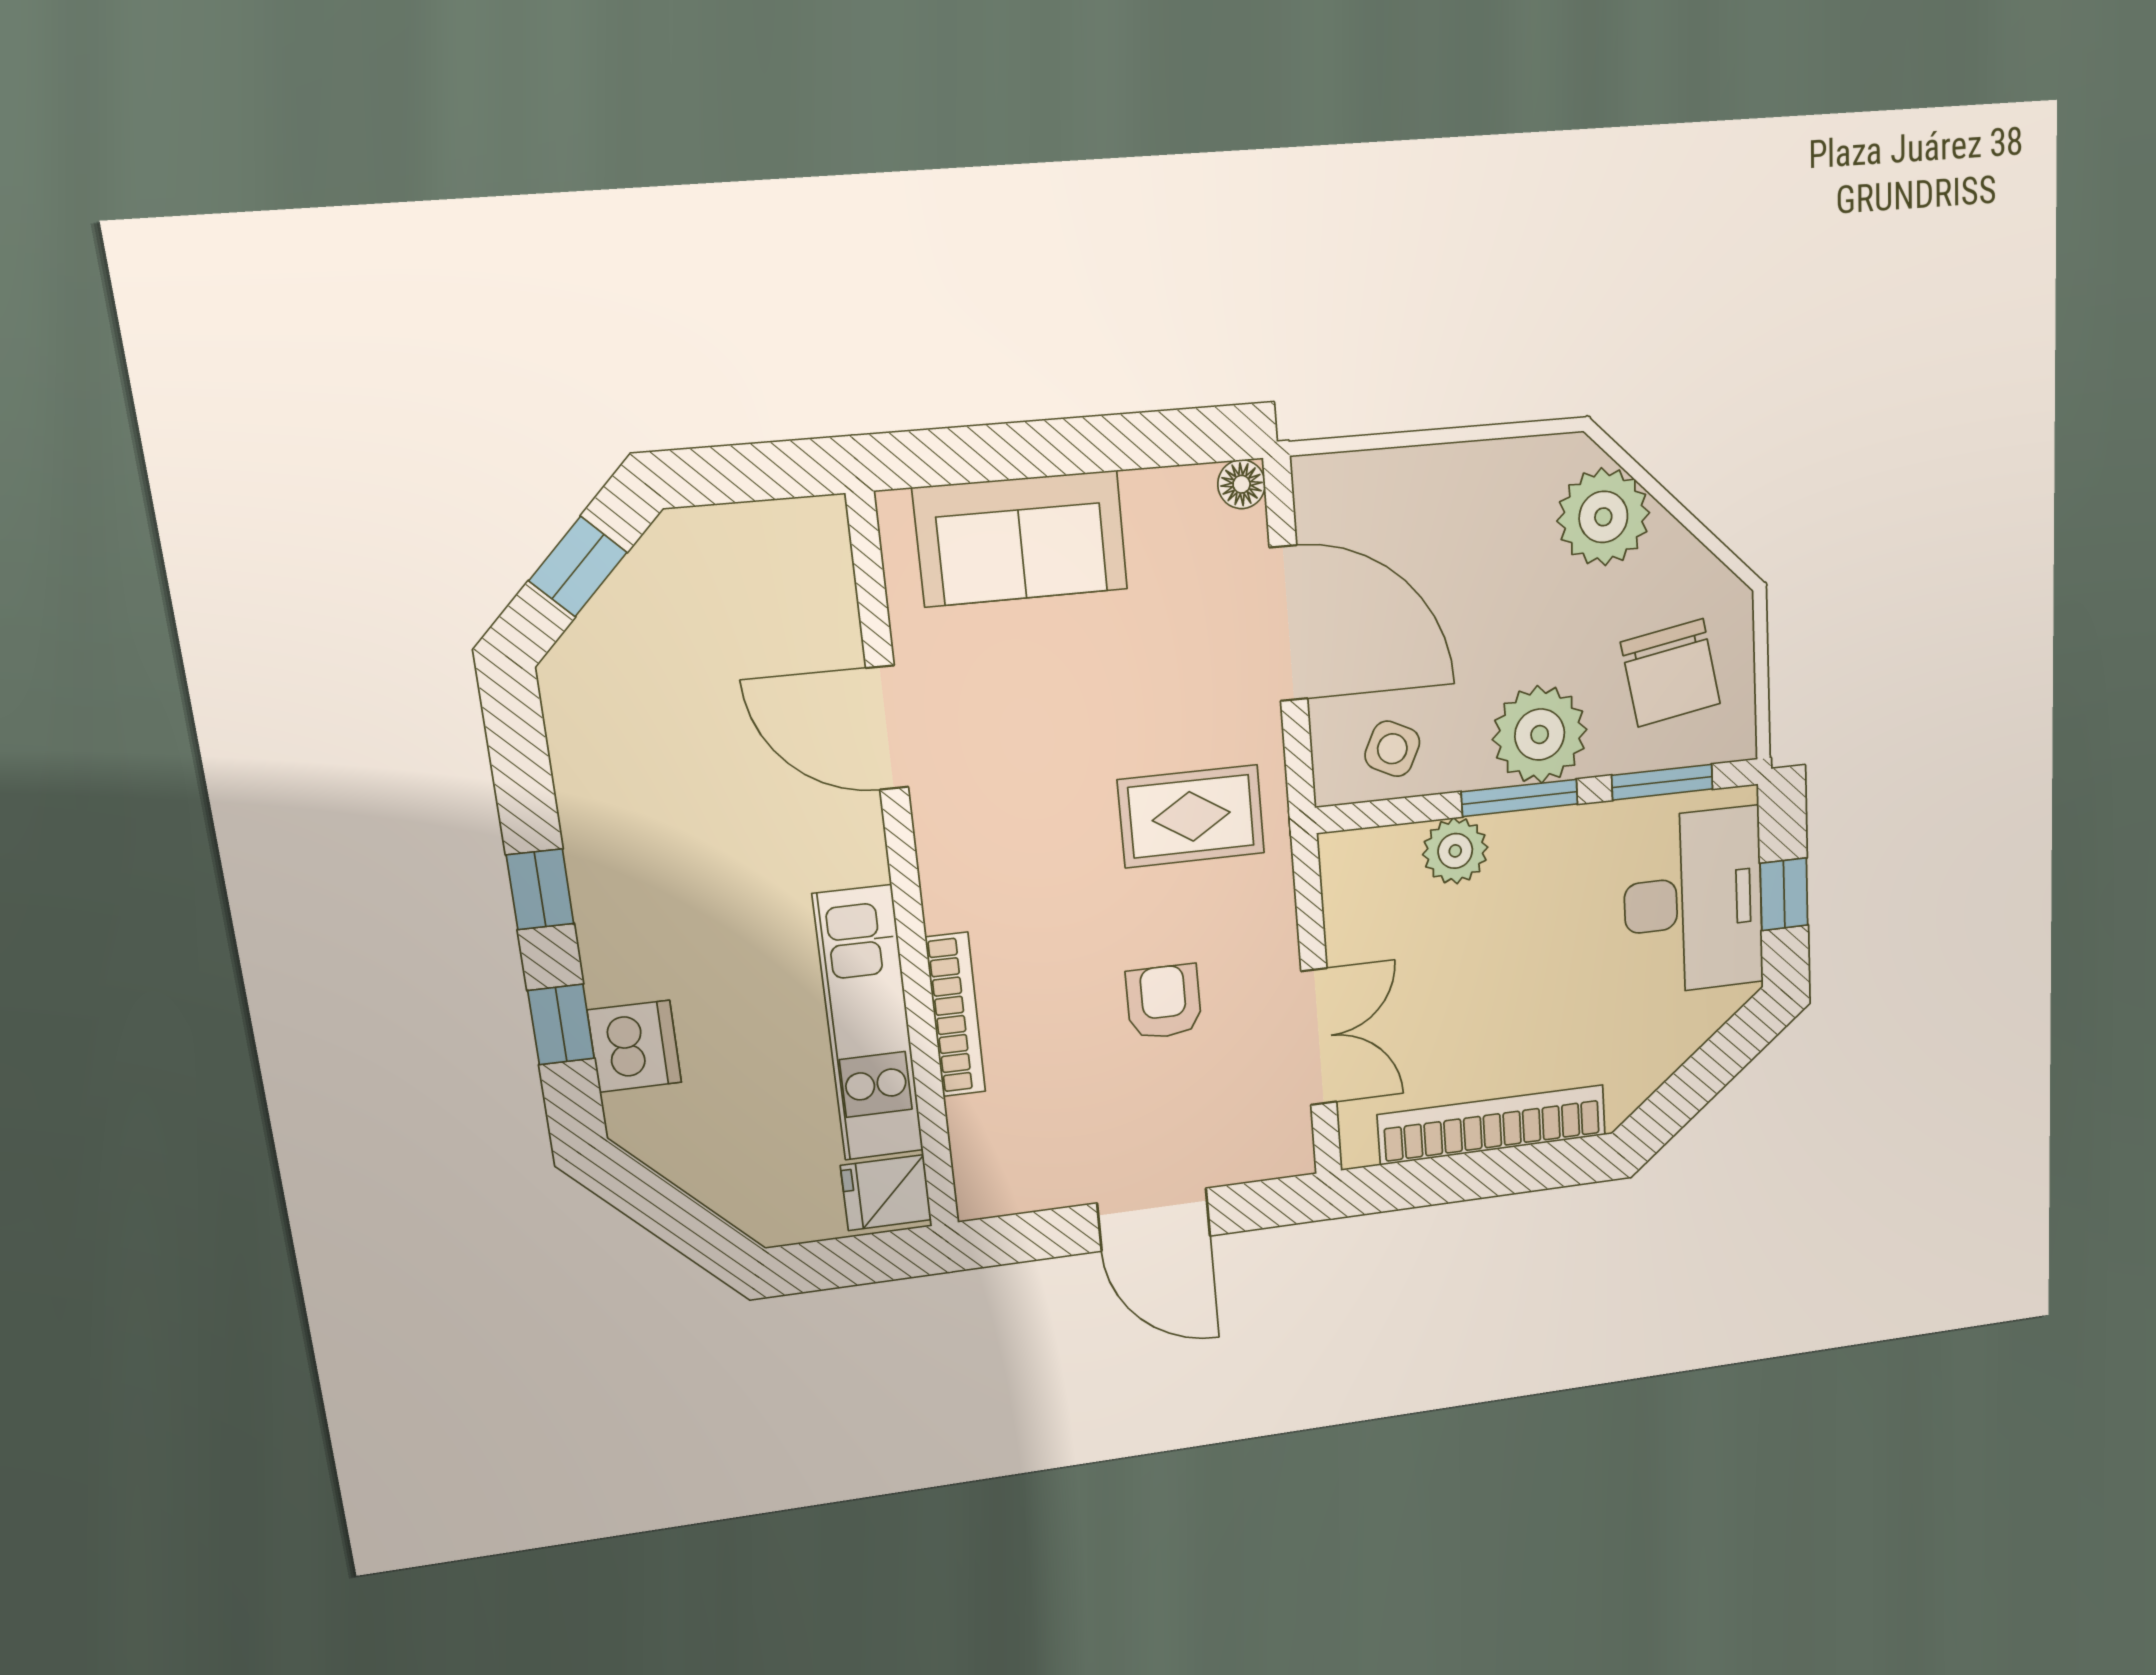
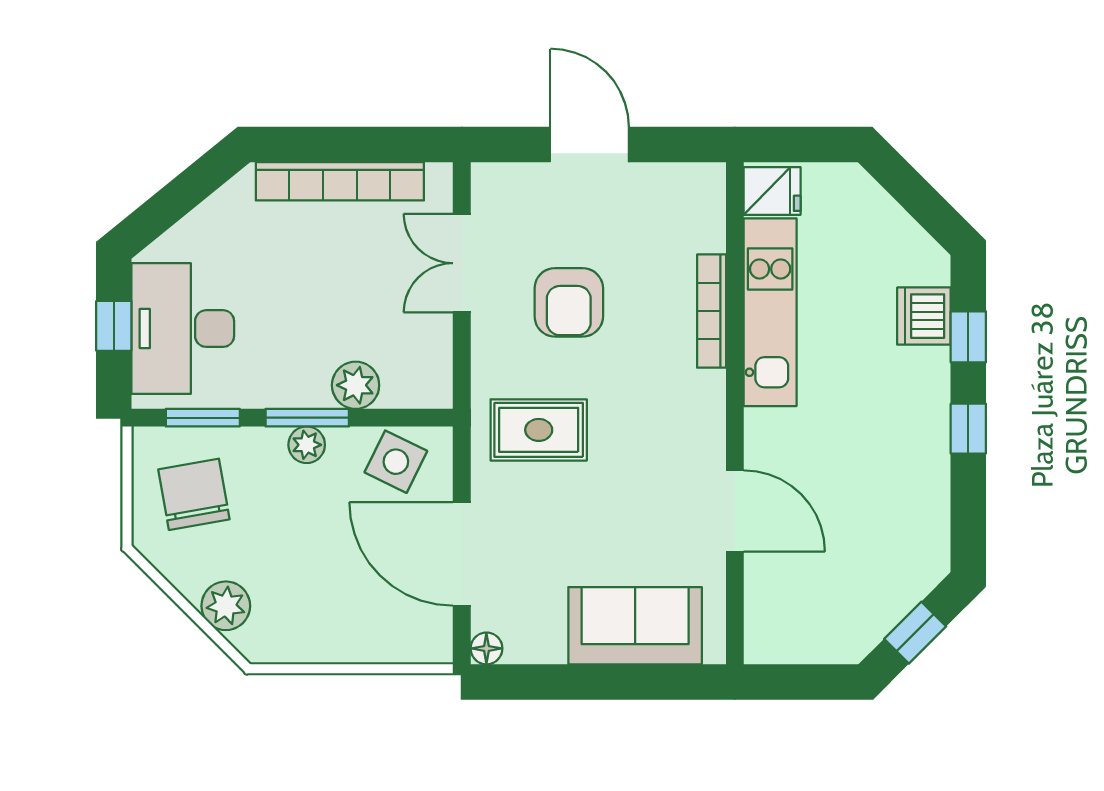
plant: (1603, 517) -> (226, 606), width x0.73, depth x0.73
plant: (1540, 735) -> (307, 445), width x0.53, depth x0.53
side table: (1392, 749) -> (396, 462), width x1.37, depth x1.37
armchair: (1164, 1002) -> (569, 302), width x1.38, depth x1.38

